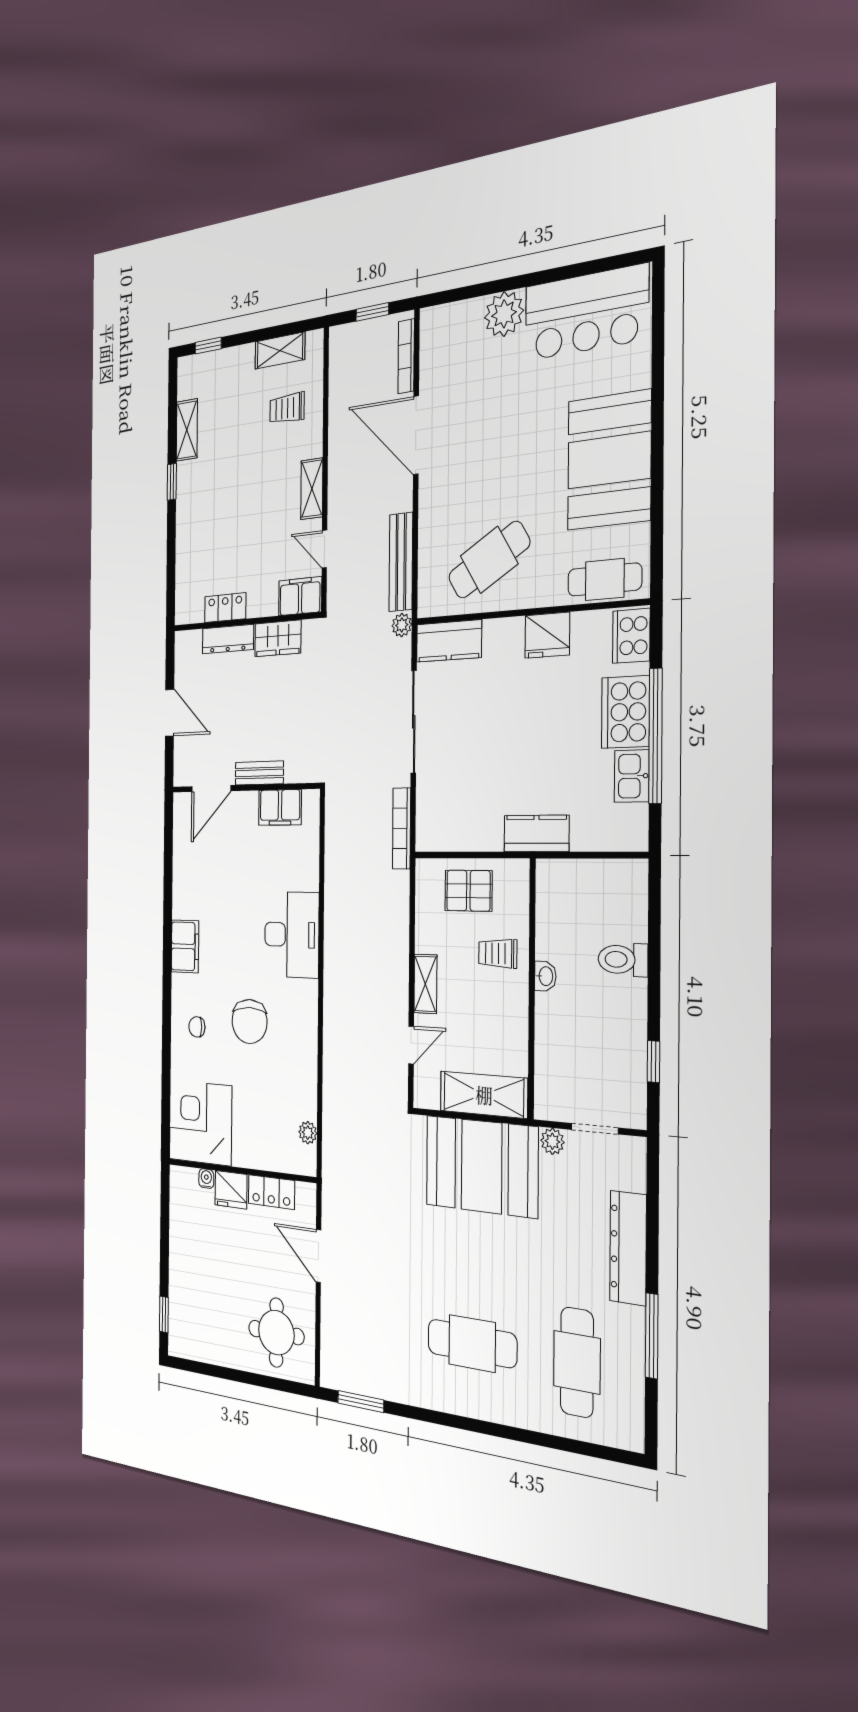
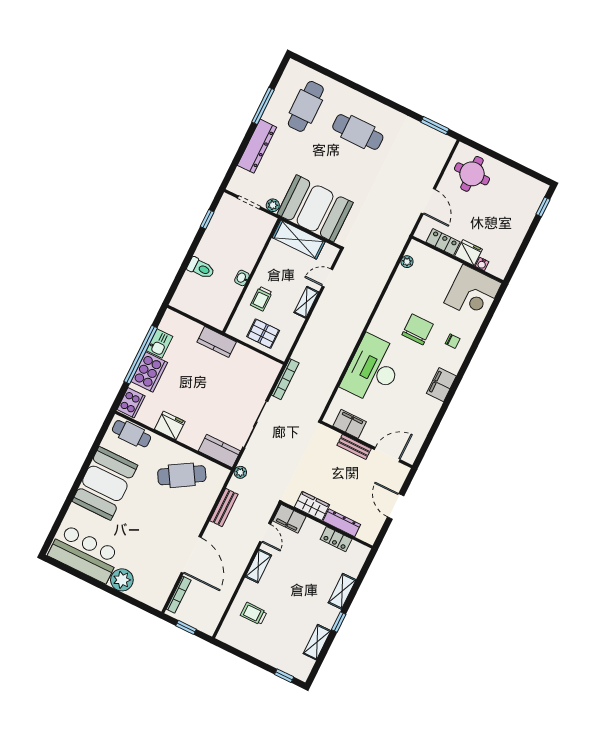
shelving: (280, 351) -> (342, 591), moved, turned 90
trolley: (287, 408) -> (254, 614), turned 180
bench: (401, 562) -> (224, 508), width x0.73
desk: (292, 935) -> (373, 369), width x1.36, depth x1.30
trolley: (498, 953) -> (261, 299), turned 90

